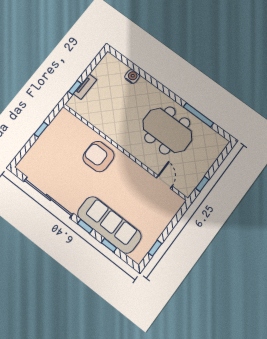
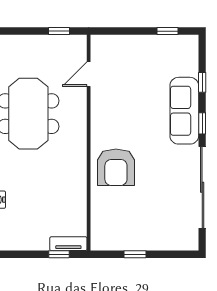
tv unit: (85, 87) -> (68, 244), moved
sofa: (109, 225) -> (184, 111), width x0.74, depth x0.79

